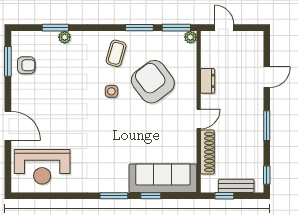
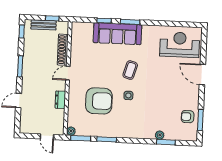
coffee table: (116, 53) -> (130, 70), moved
armchair: (153, 82) -> (99, 101), turned -53
sofa: (163, 178) -> (117, 34), moved

